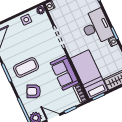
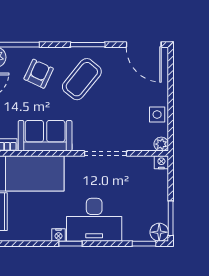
coffee table: (26, 67) -> (82, 79), turned 39

